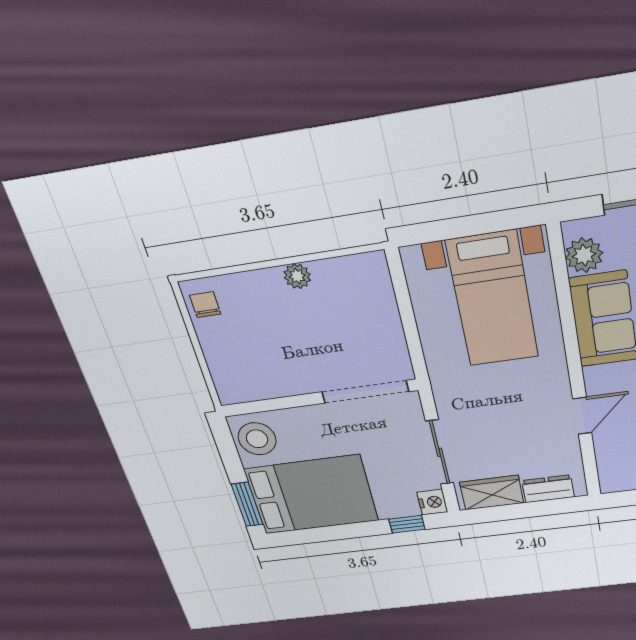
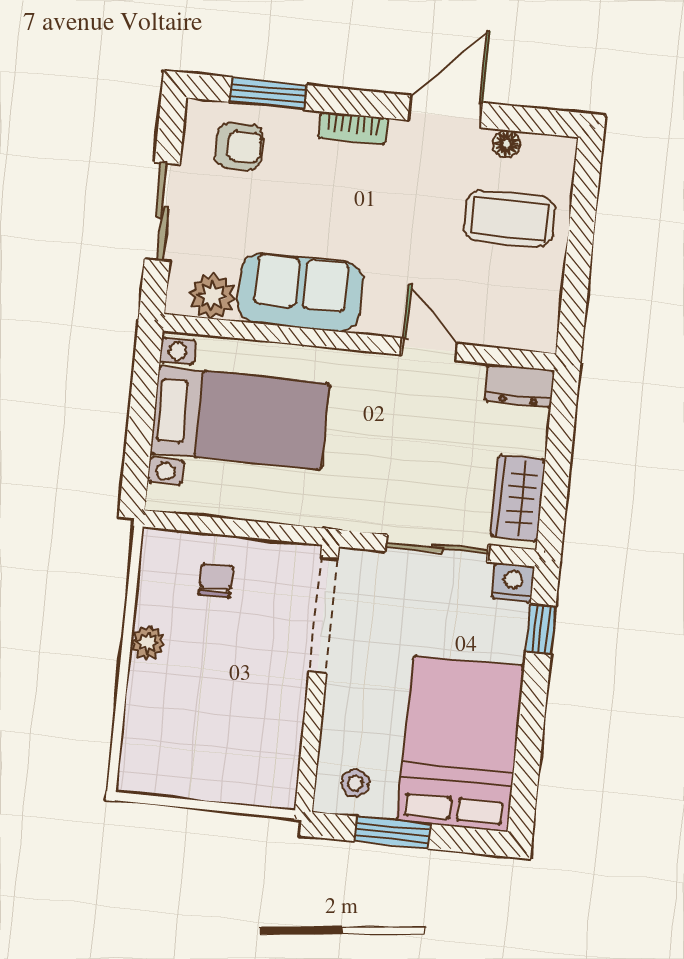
chair: (205, 305) -> (216, 580), moved, turned 90
stool: (257, 439) -> (355, 783), width x0.53, depth x0.53
dresser: (548, 489) -> (519, 386), moved, turned -90
window: (247, 504) -> (393, 833), moved

